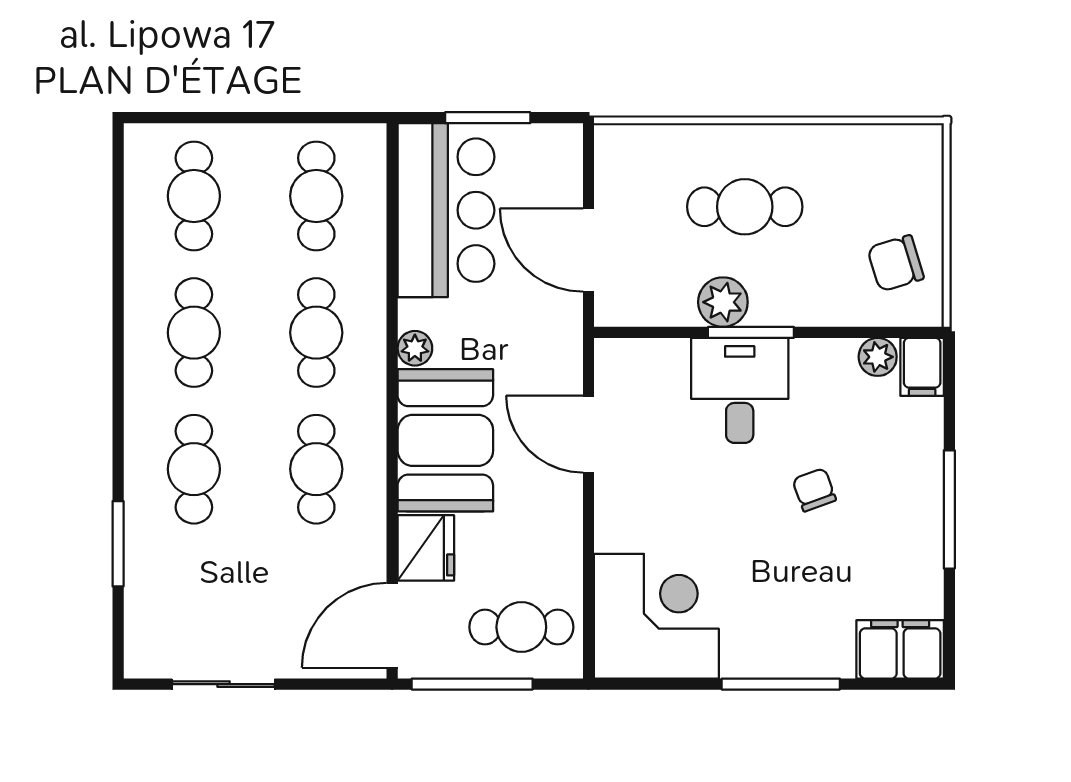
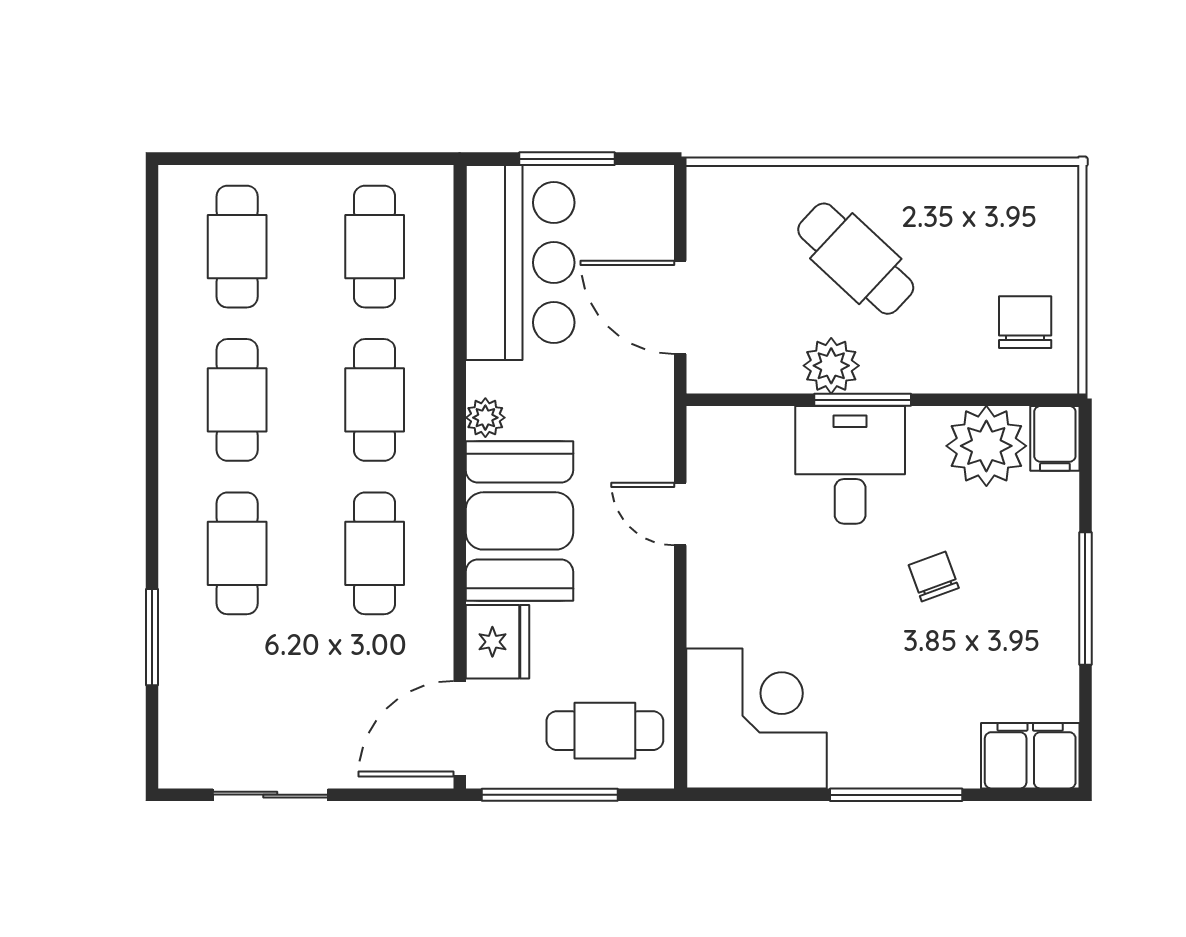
cafe table: (745, 207) -> (856, 259), turned 43
chair: (896, 263) -> (1025, 322), turned 107
plant: (878, 357) -> (986, 446), width x1.88, depth x1.88
door: (588, 434) -> (680, 514), width x0.73

